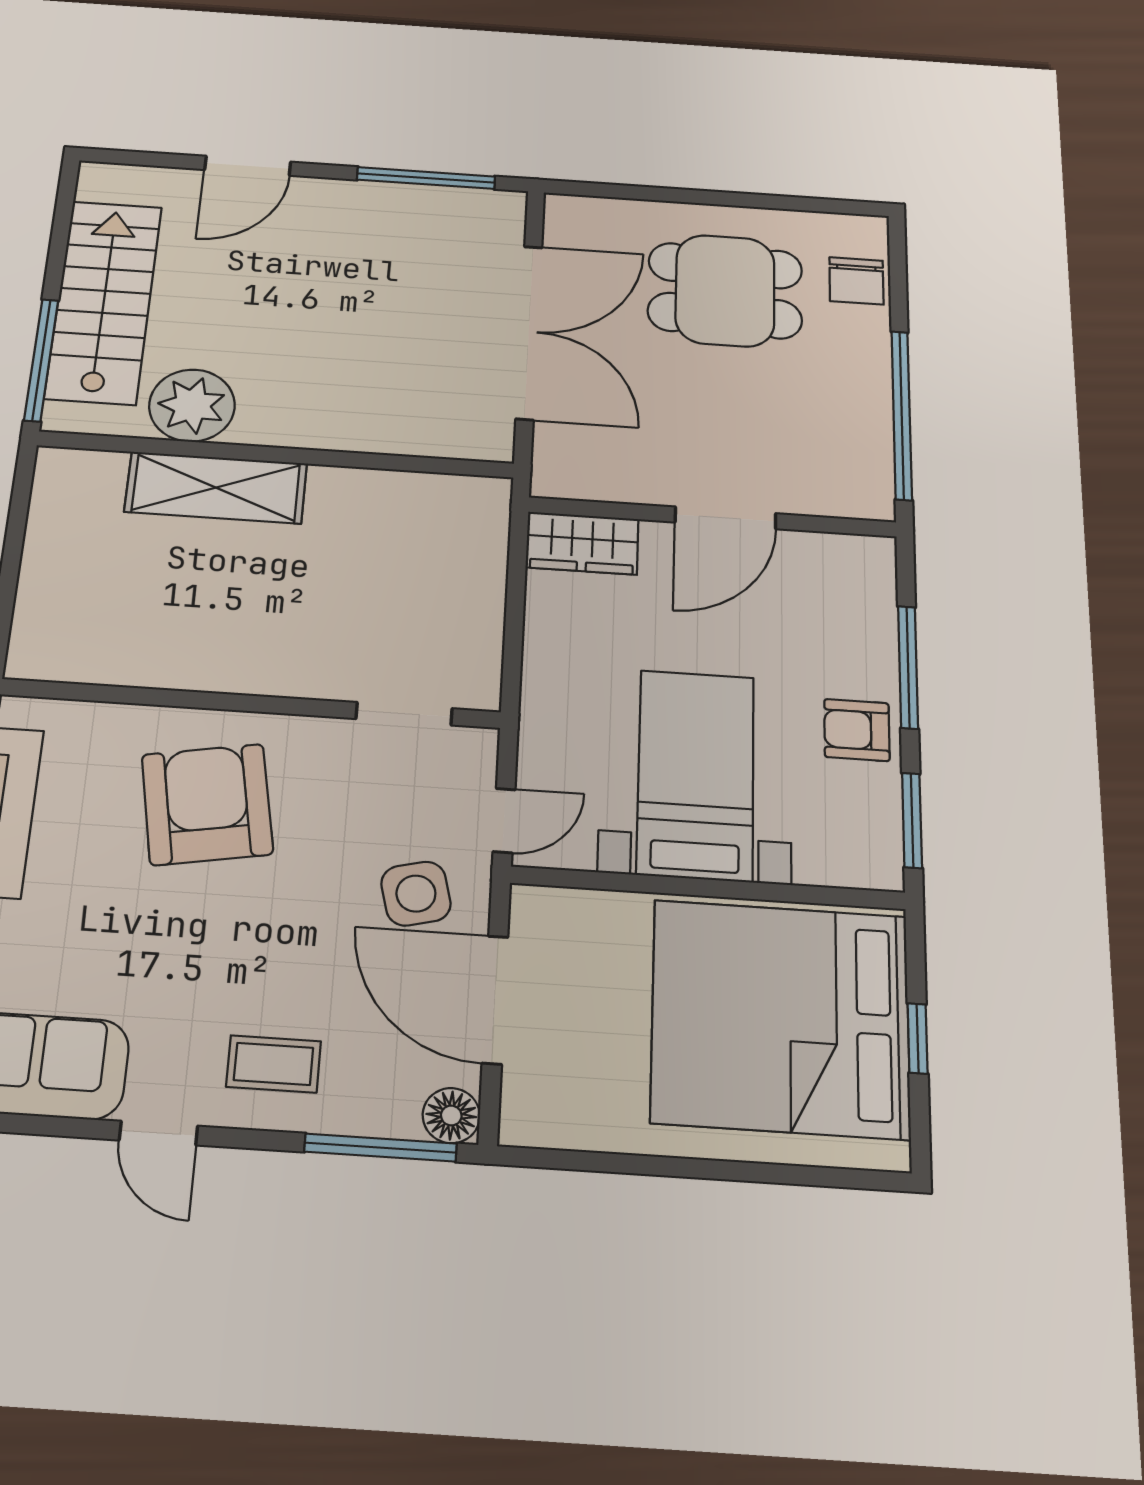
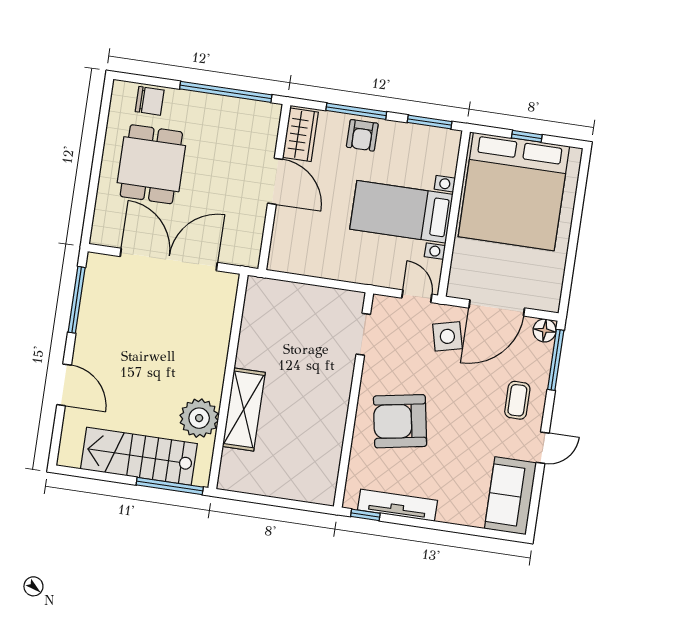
wardrobe: (582, 543) -> (300, 135), moved
armchair: (857, 730) -> (362, 135), moved

